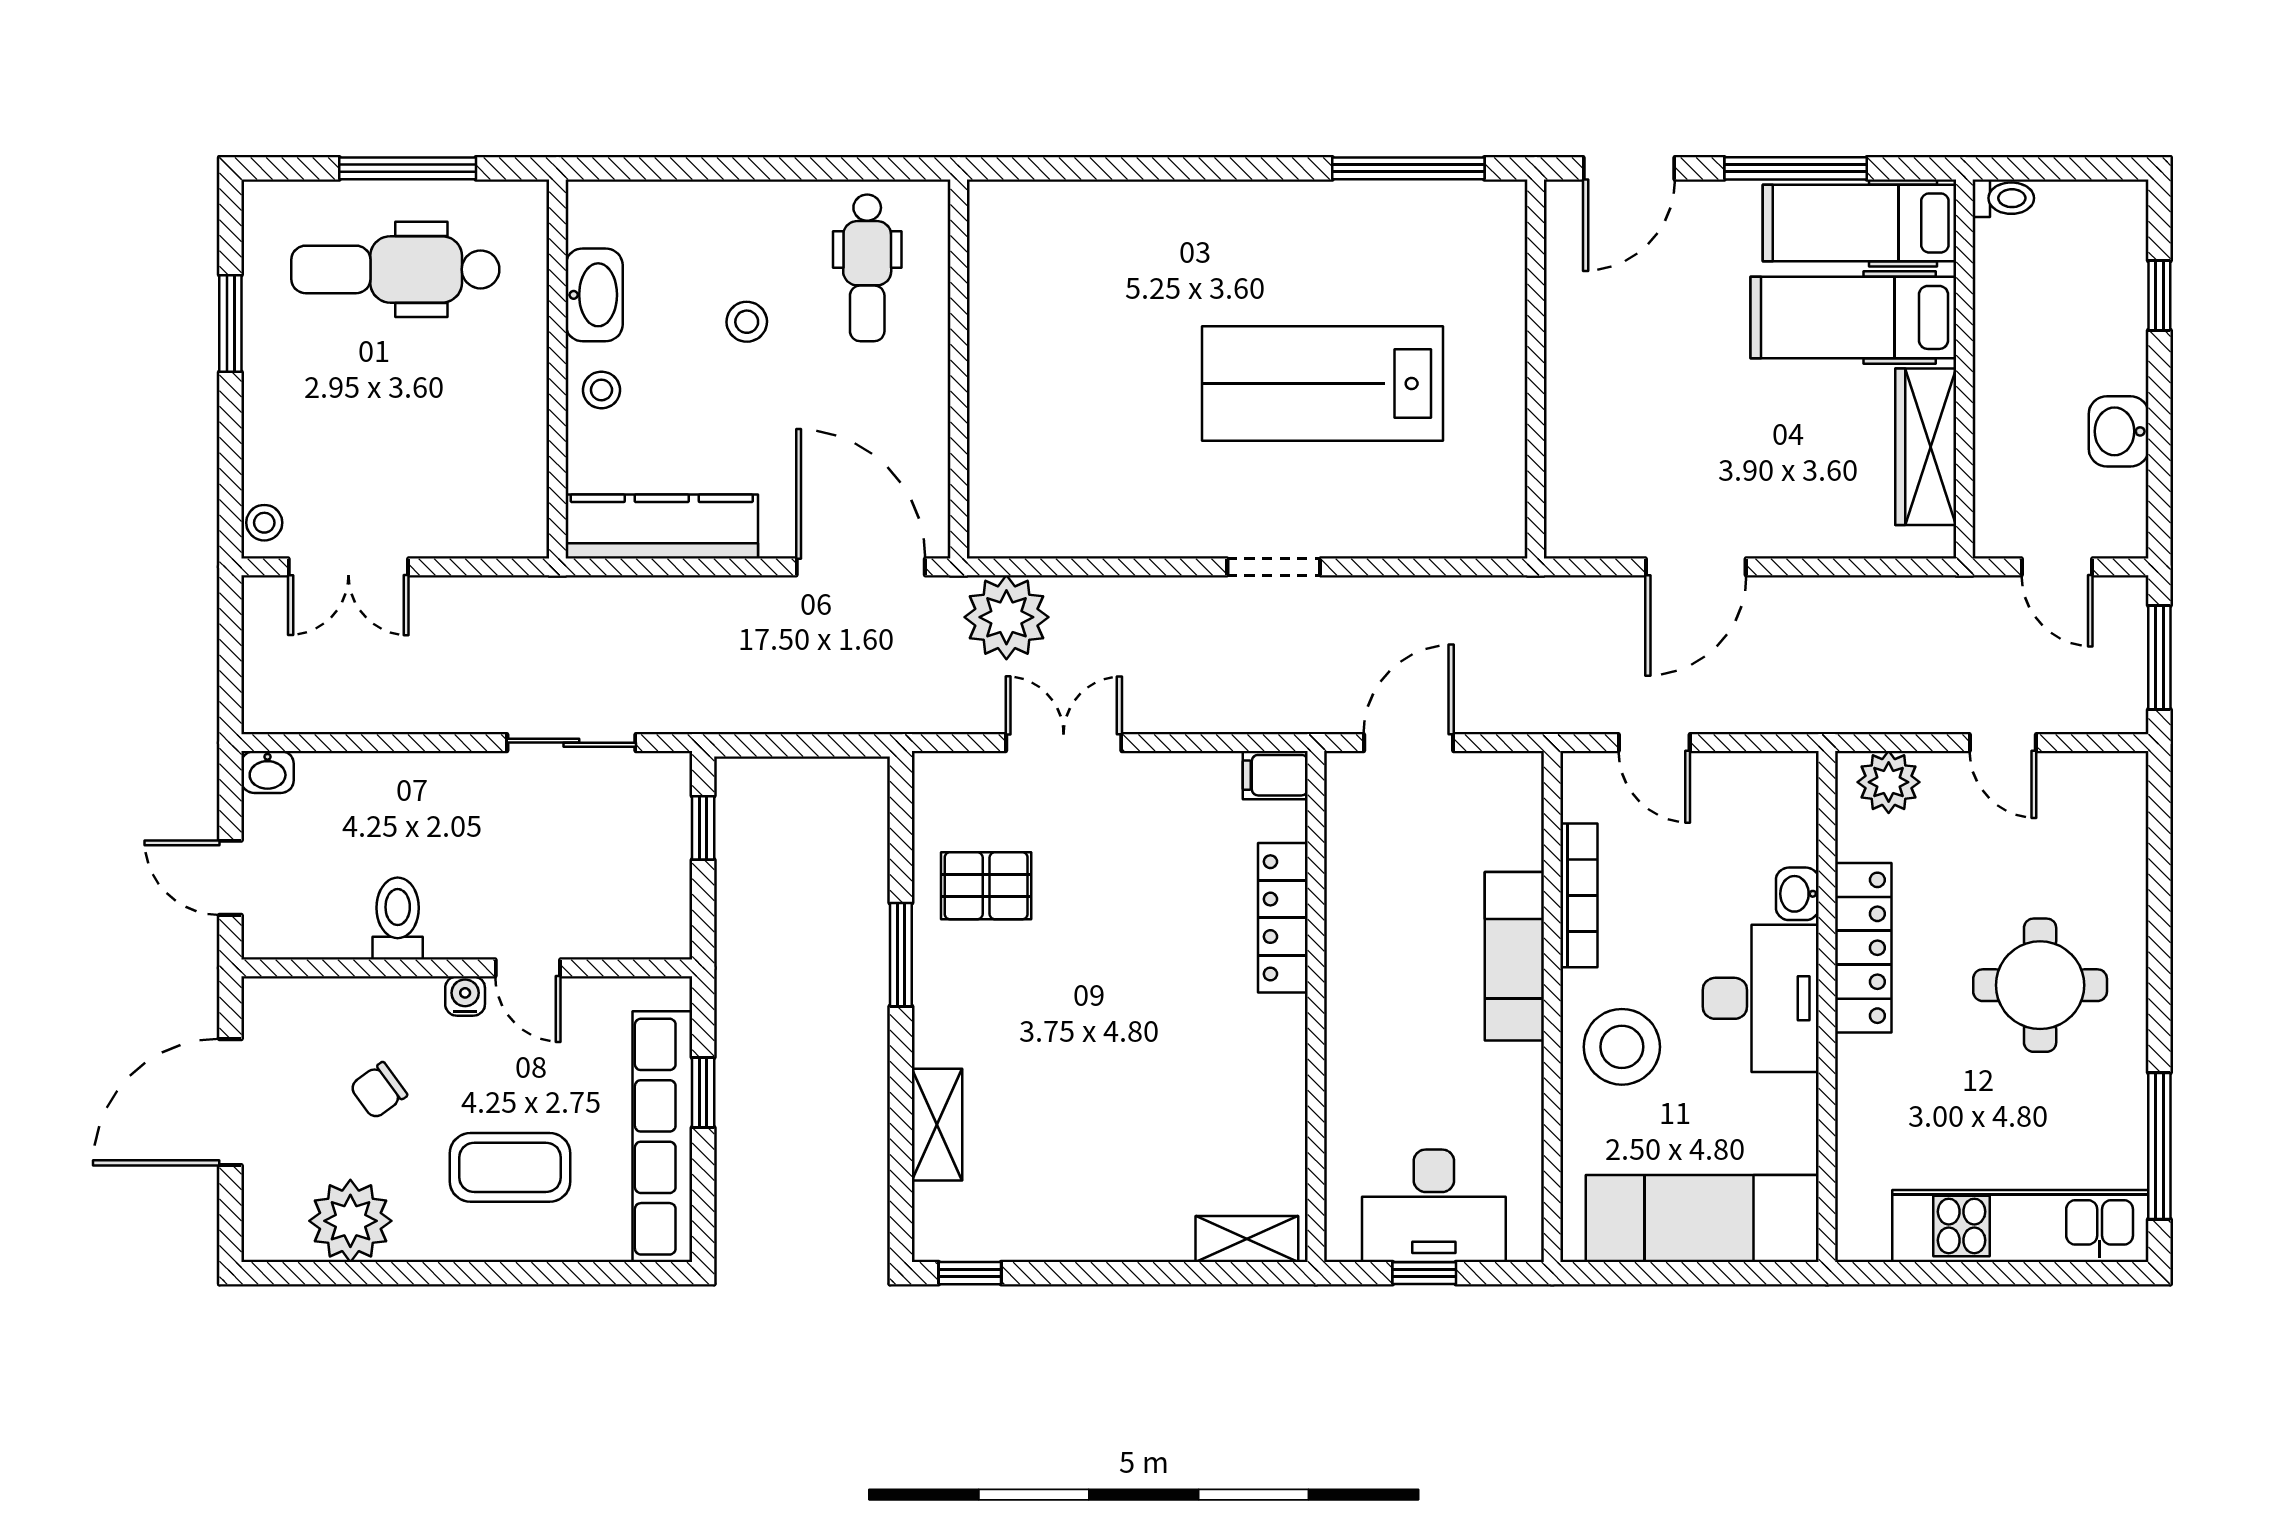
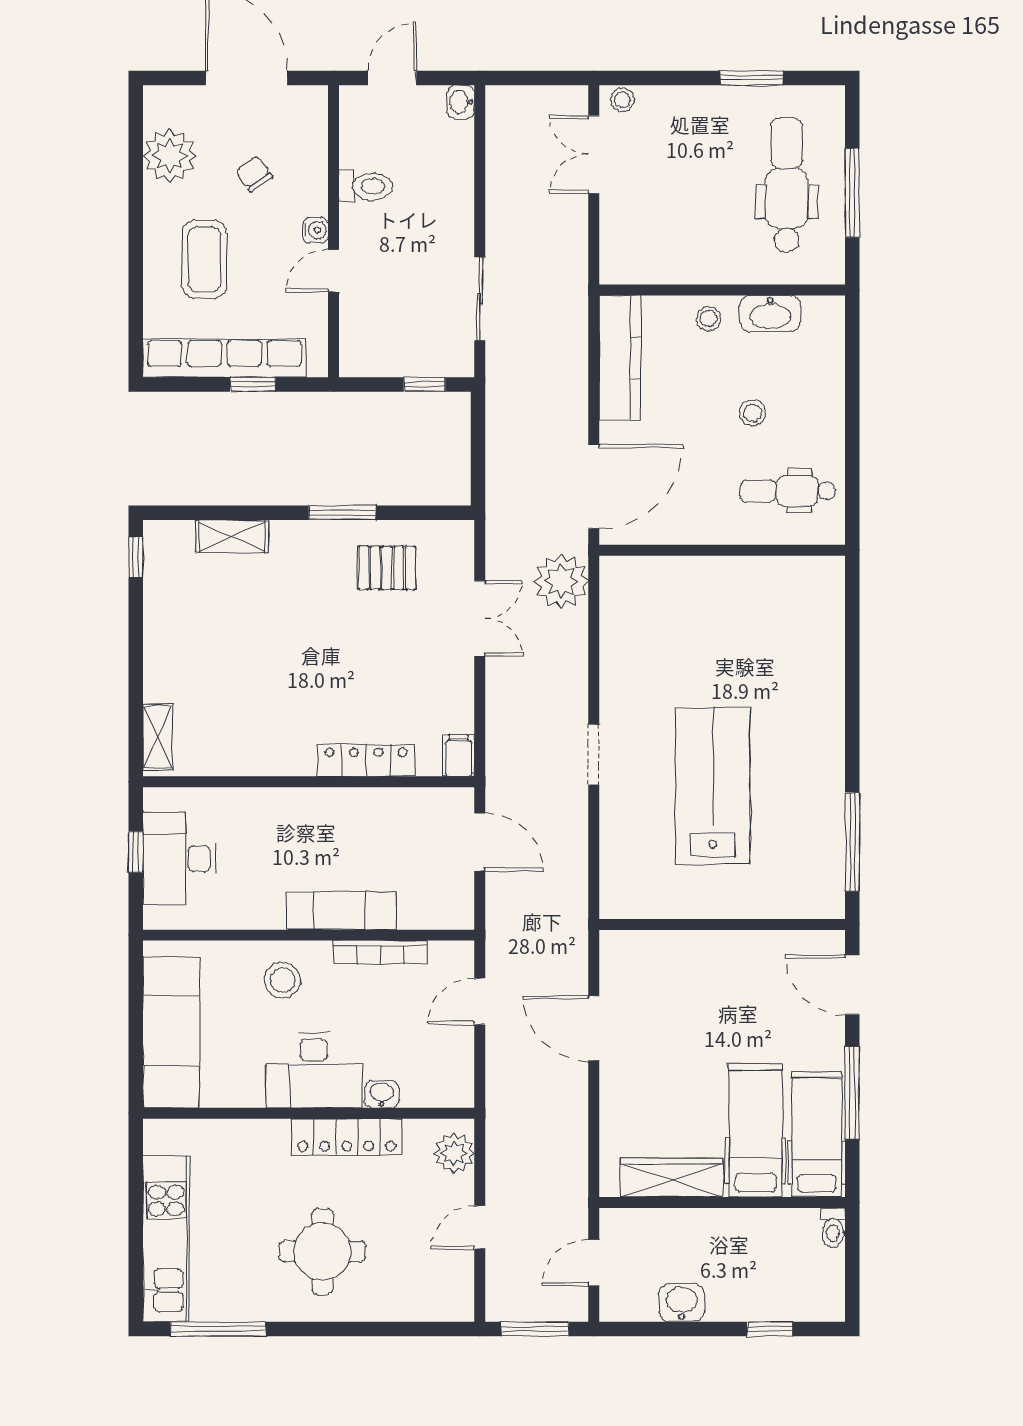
pallet: (986, 886) -> (387, 568), turned 90
stool: (1622, 1047) -> (282, 980), width x0.73, depth x0.73

